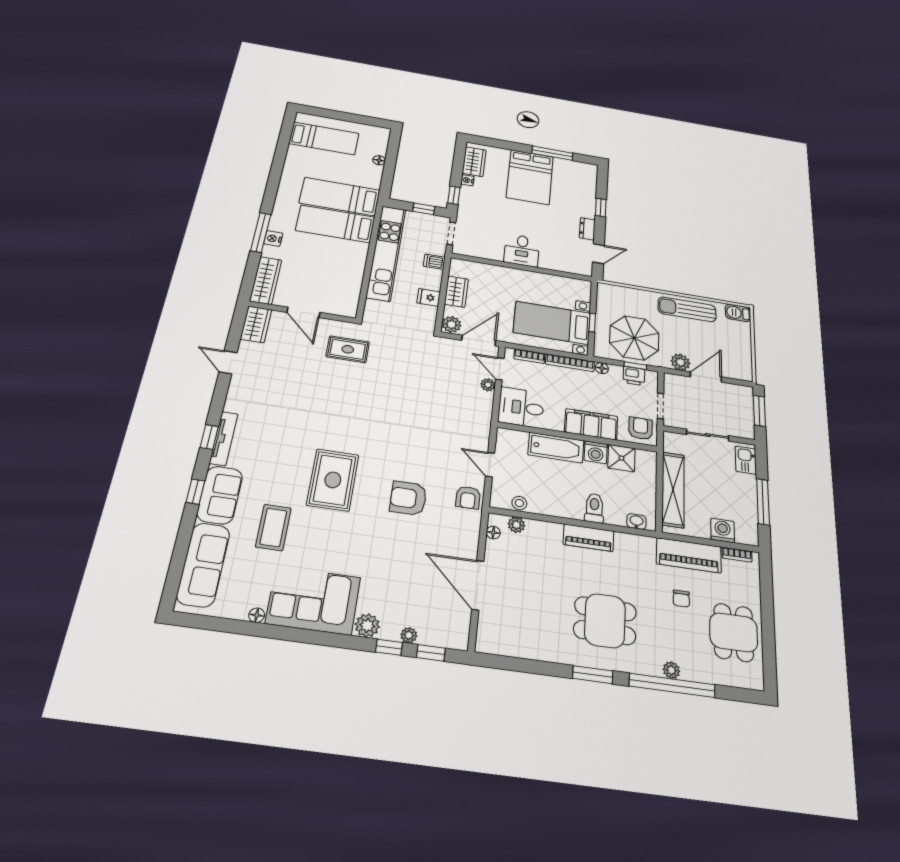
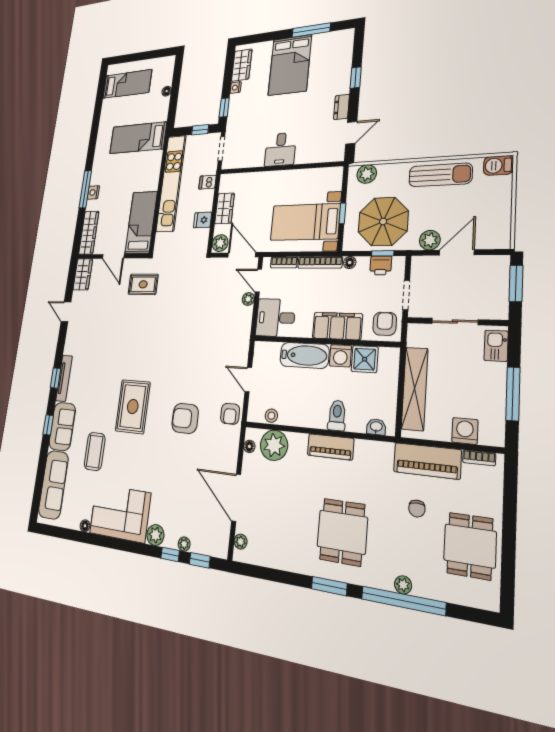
bed: (335, 224) -> (141, 223), moved, turned 90
plant: (616, 293) -> (367, 174), added
sun lounger: (687, 309) -> (440, 175), turned 180
door: (479, 340) -> (242, 255), hinge flipped
plant: (516, 525) -> (274, 445), width x1.88, depth x1.88
dining table: (605, 621) -> (342, 532), turned 90
plant: (485, 632) -> (241, 542), added

